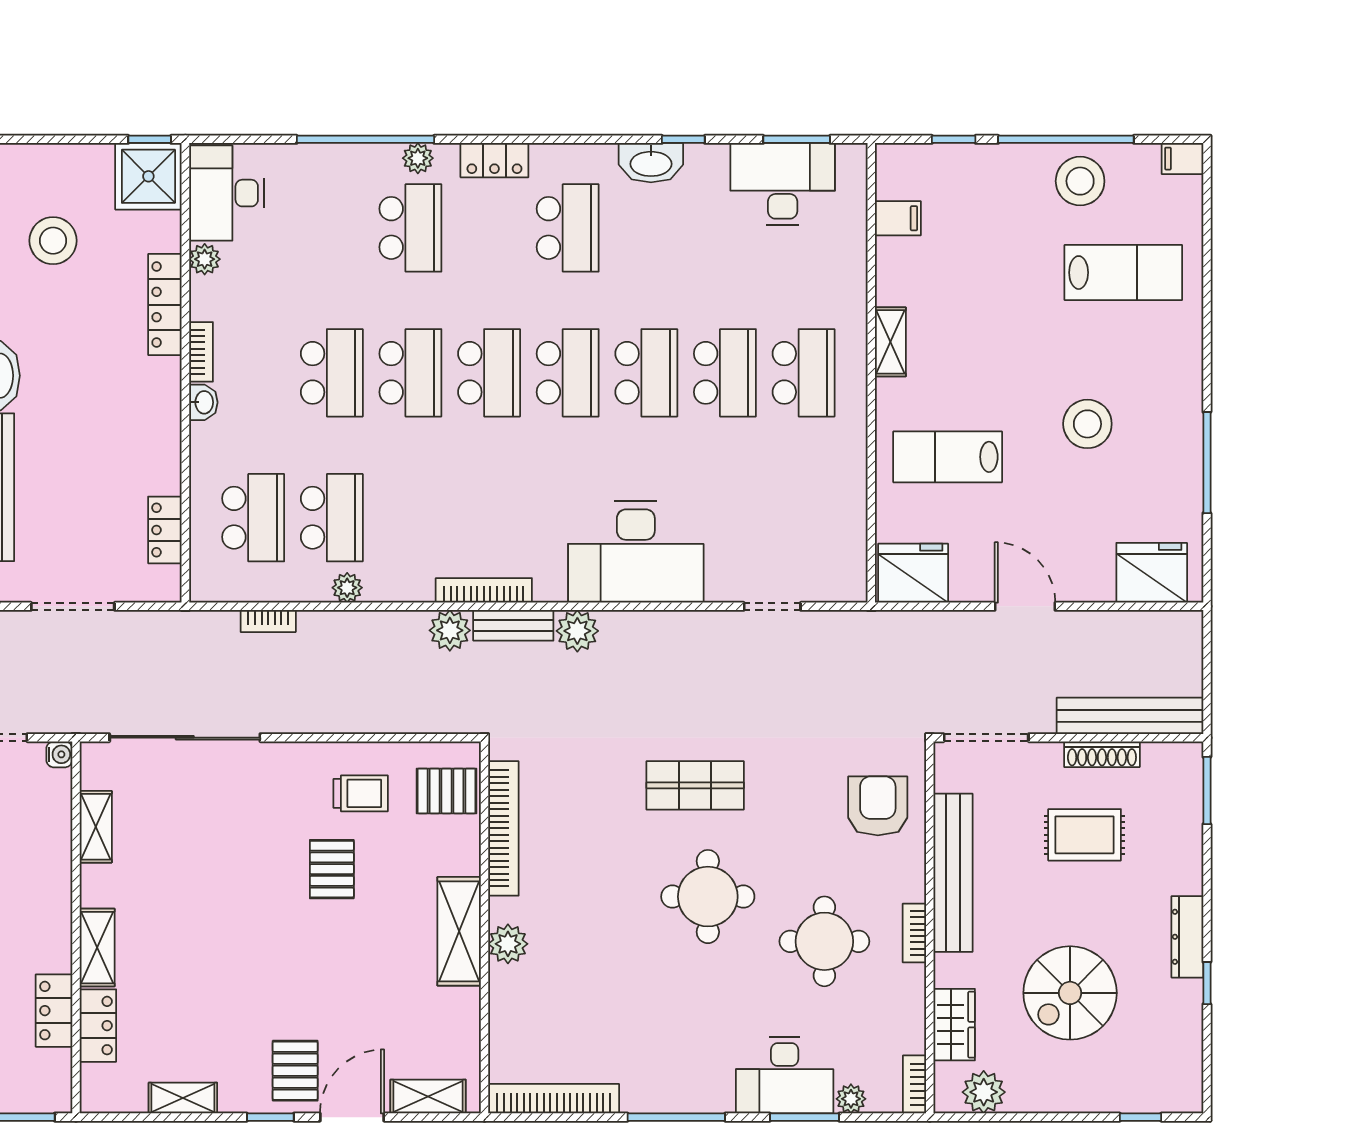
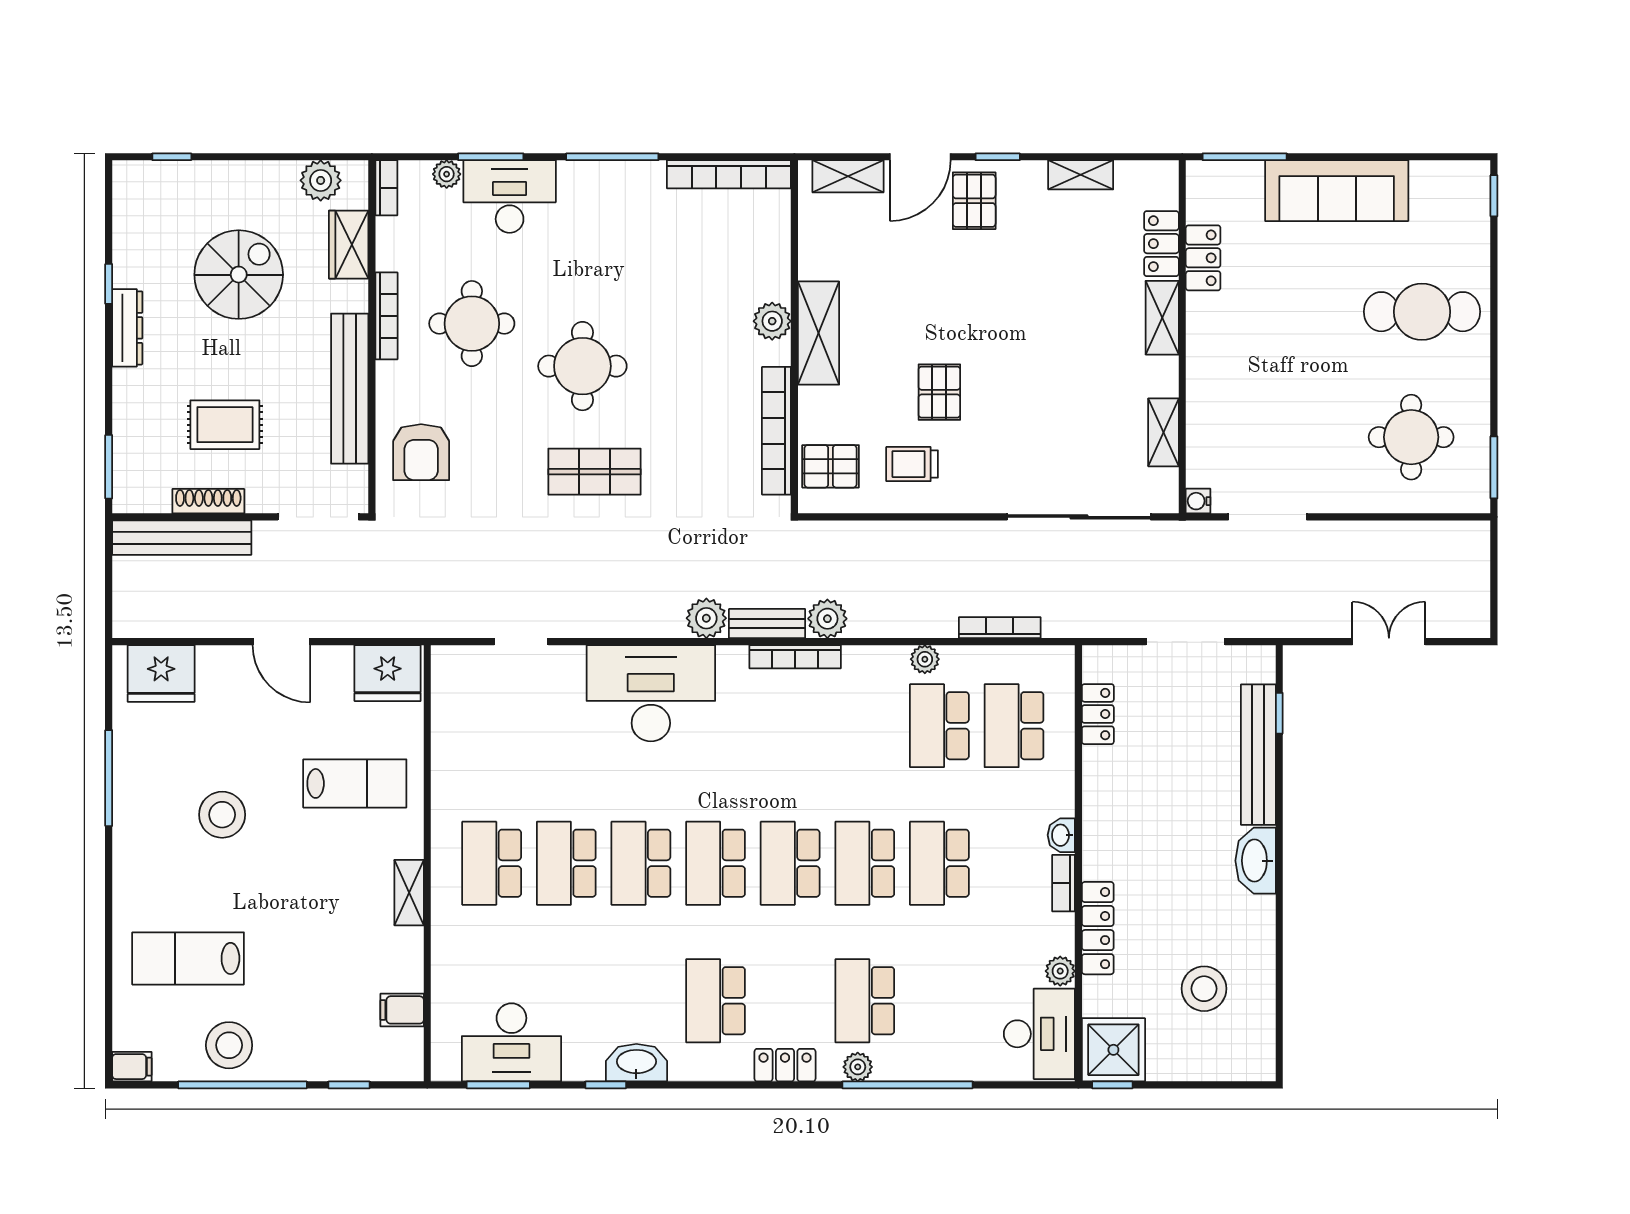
bookcase: (268, 621) -> (1000, 628), width x1.56
bookcase: (914, 933) -> (386, 316), width x1.56

